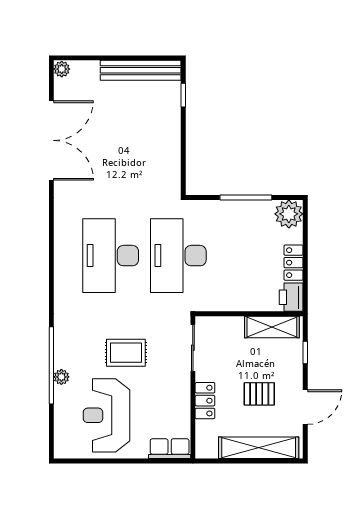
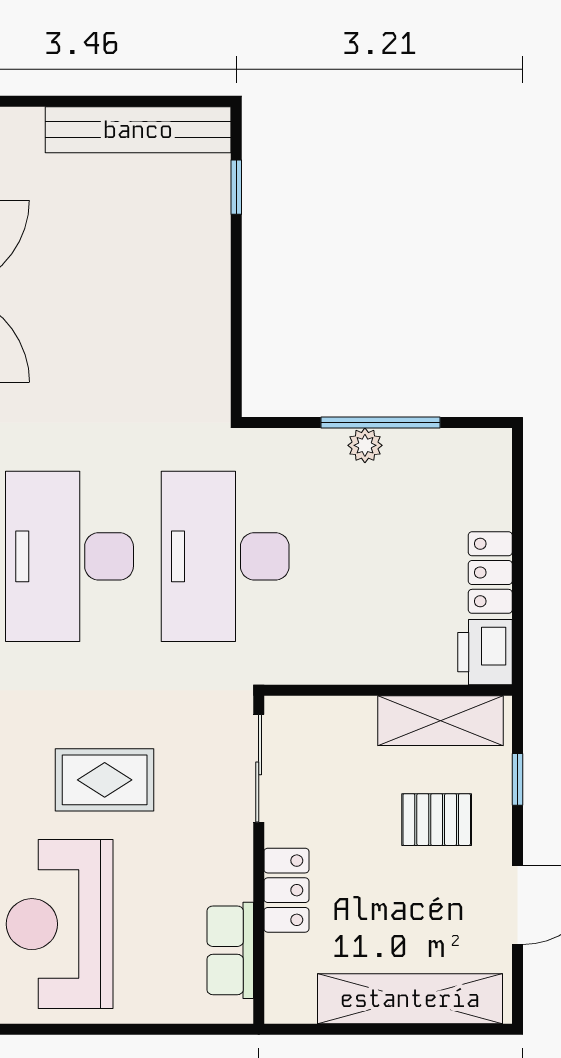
plant: (289, 214) -> (365, 445), moved, width x0.53, depth x0.53
pallet: (259, 394) -> (437, 820), moved
row of seats: (170, 449) -> (230, 950), moved, turned -90

